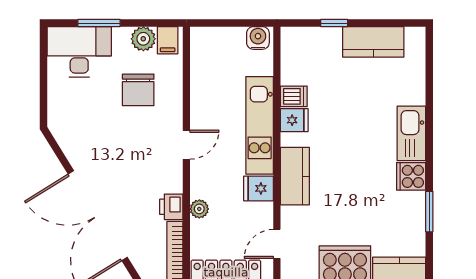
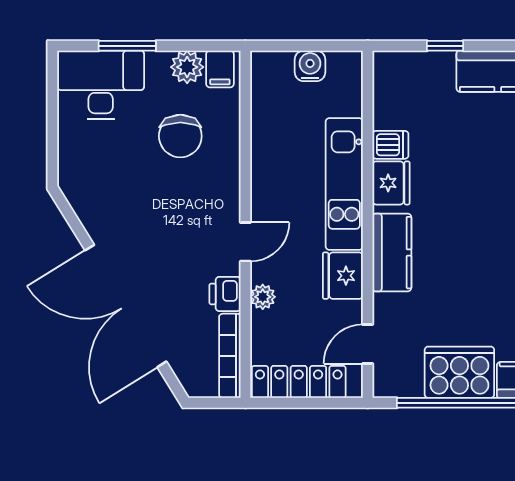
water cooler: (258, 38) -> (310, 66), moved
fridge: (294, 120) -> (391, 183), width x1.38
door: (186, 145) -> (245, 242), moved
fridge: (259, 188) -> (343, 276), width x1.38

